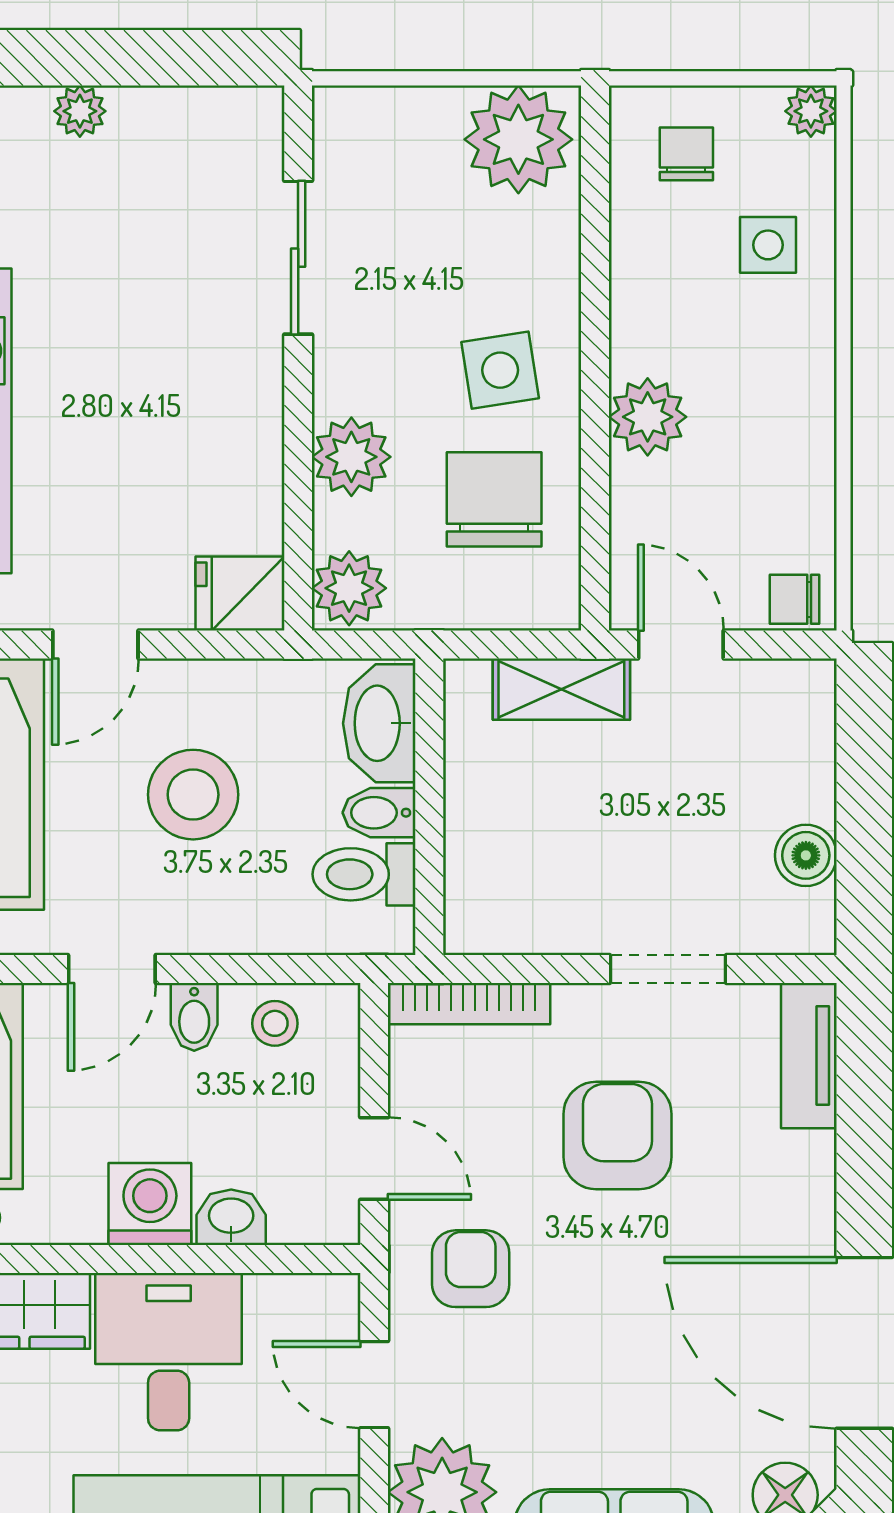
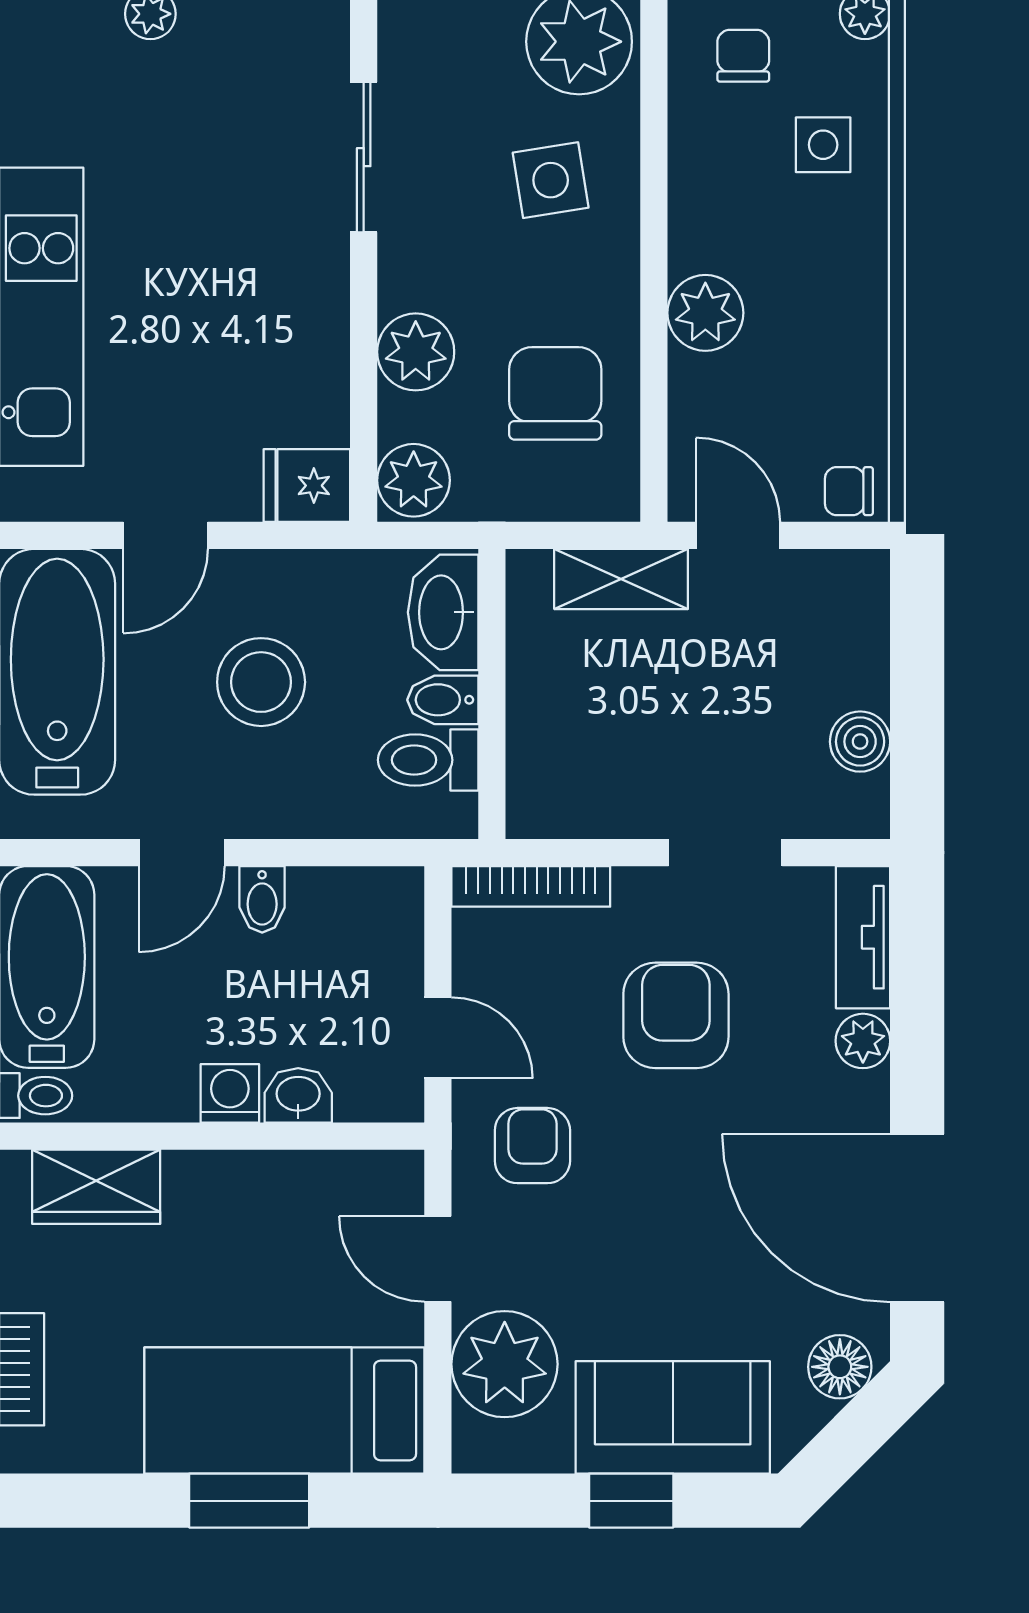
side table: (500, 370) -> (551, 180), moved
stool: (275, 1023) -> (341, 906), removed
plant: (809, 1162) -> (863, 1041), added
washing machine: (150, 1204) -> (230, 1093), width x0.73, depth x0.73
desk: (169, 1352) -> (237, 1227), removed

